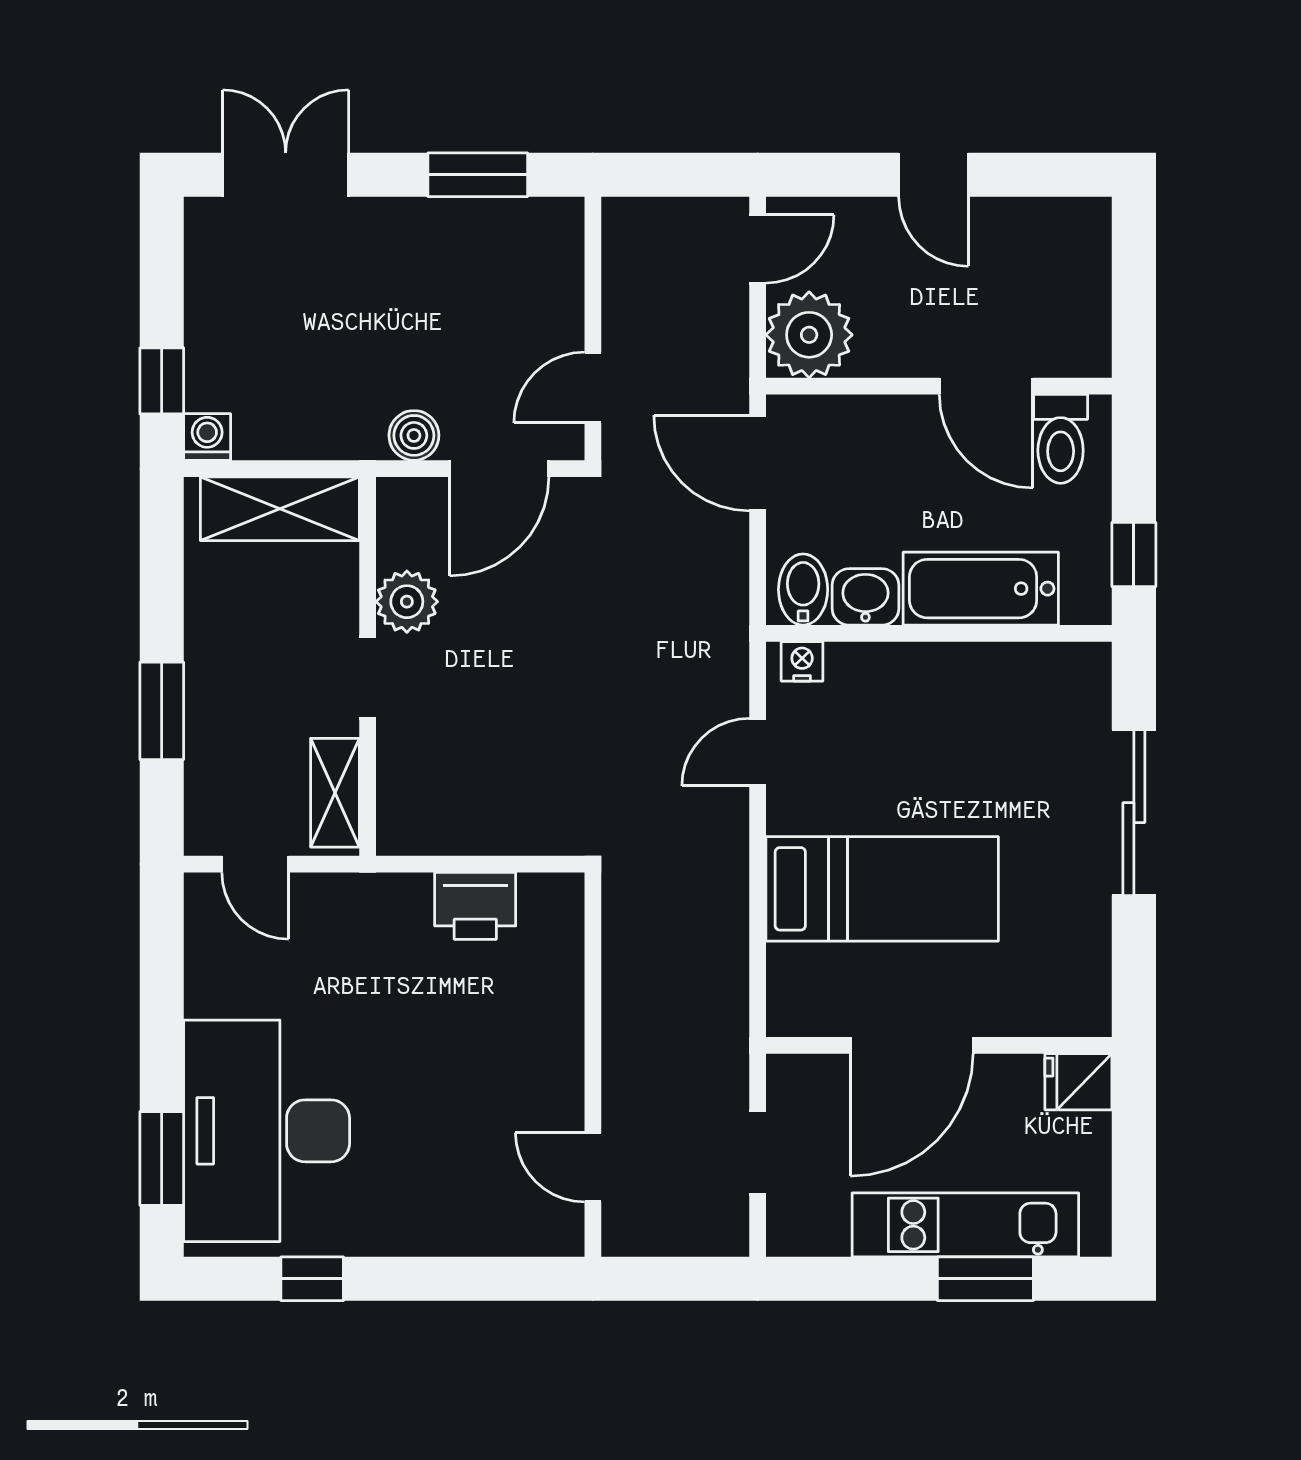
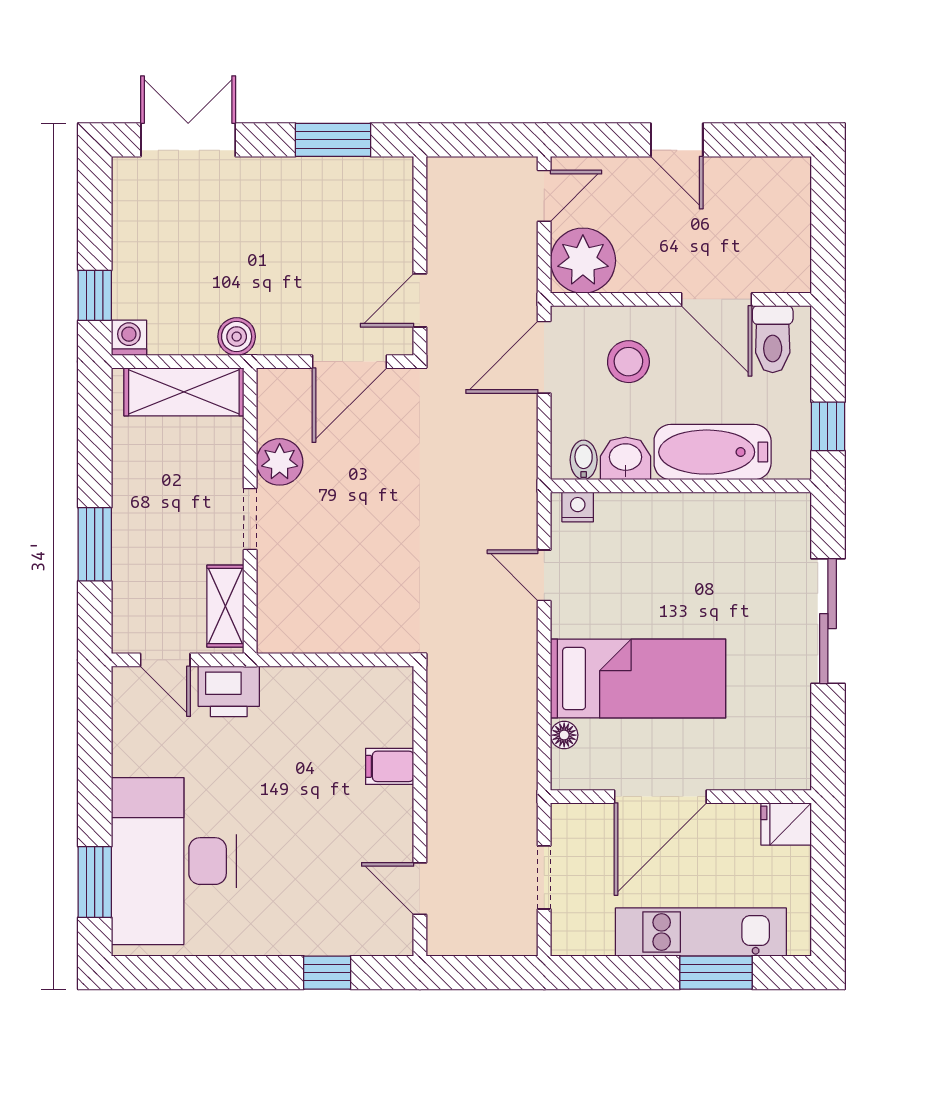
boiler: (414, 435) -> (237, 337), moved
door: (758, 463) -> (544, 357), hinge flipped
stool: (869, 469) -> (628, 362), added
bidet: (803, 590) -> (584, 460), width x0.72, depth x0.74
door: (758, 752) -> (544, 575), hinge flipped
printer: (475, 906) -> (229, 691), moved
floor lamp: (784, 964) -> (564, 735), added
filing cabinet: (553, 1005) -> (390, 766), added
window: (312, 1279) -> (327, 973), moved

